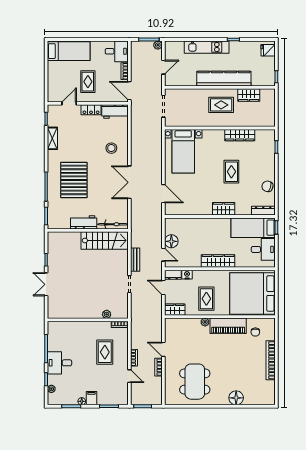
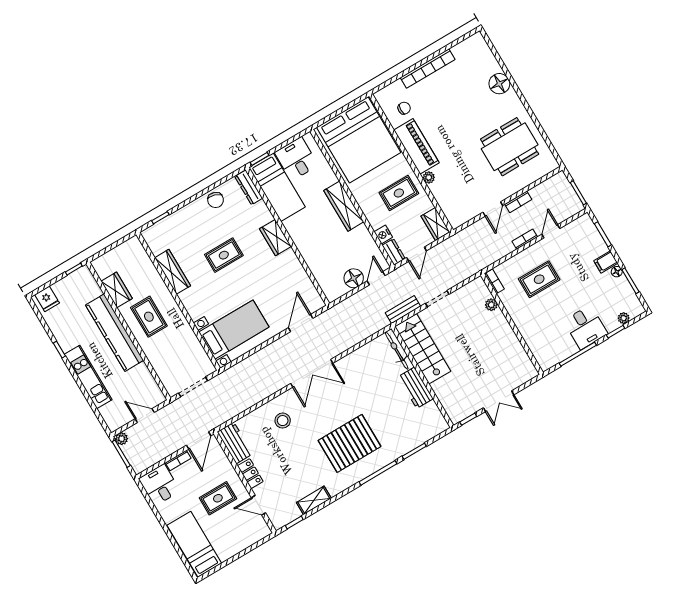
workbench: (84, 222) -> (416, 388), moved
bicycle: (113, 224) -> (397, 350), moved
wall: (88, 230) -> (422, 377), moved
stairs: (105, 240) -> (423, 349), moved

